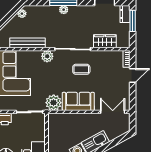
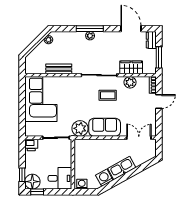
window: (133, 21) -> (159, 57), moved
bench: (28, 43) -> (59, 69), width x0.73
plant: (47, 56) -> (130, 82), moved

